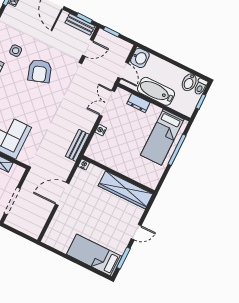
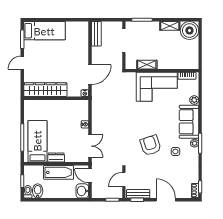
dresser: (138, 103) -> (56, 158), moved
bench: (77, 145) -> (96, 34), moved
door: (62, 194) -> (90, 75), moved

